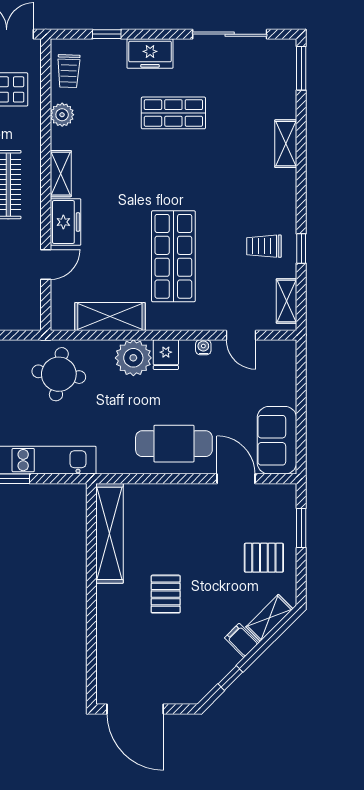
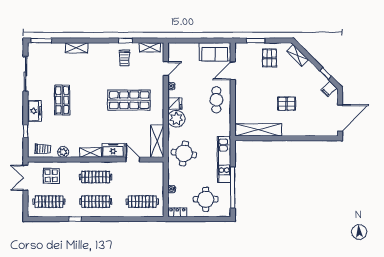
shelving: (110, 316) -> (157, 141), moved
cafe table: (174, 444) -> (216, 100), width x0.73, depth x0.74
filing cabinet: (242, 640) -> (329, 89), moved

